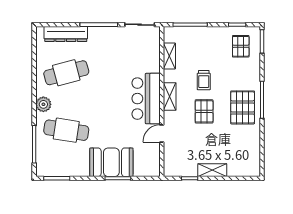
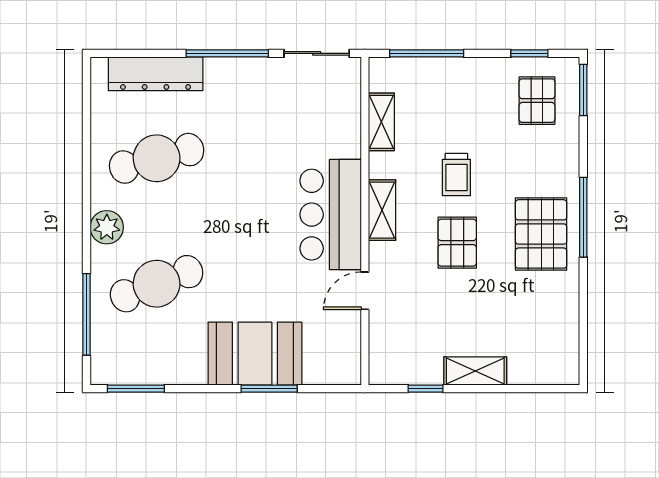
cafe table: (66, 130) -> (157, 284), turned -30

